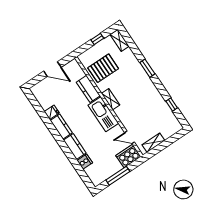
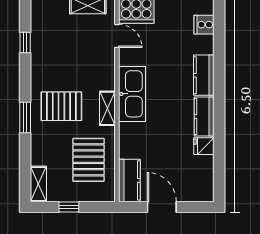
pallet: (103, 68) -> (88, 160), turned 90
pallet: (134, 85) -> (61, 106), added
kitchen counter: (88, 89) -> (129, 180), moved
cooker: (85, 162) -> (204, 25), moved

